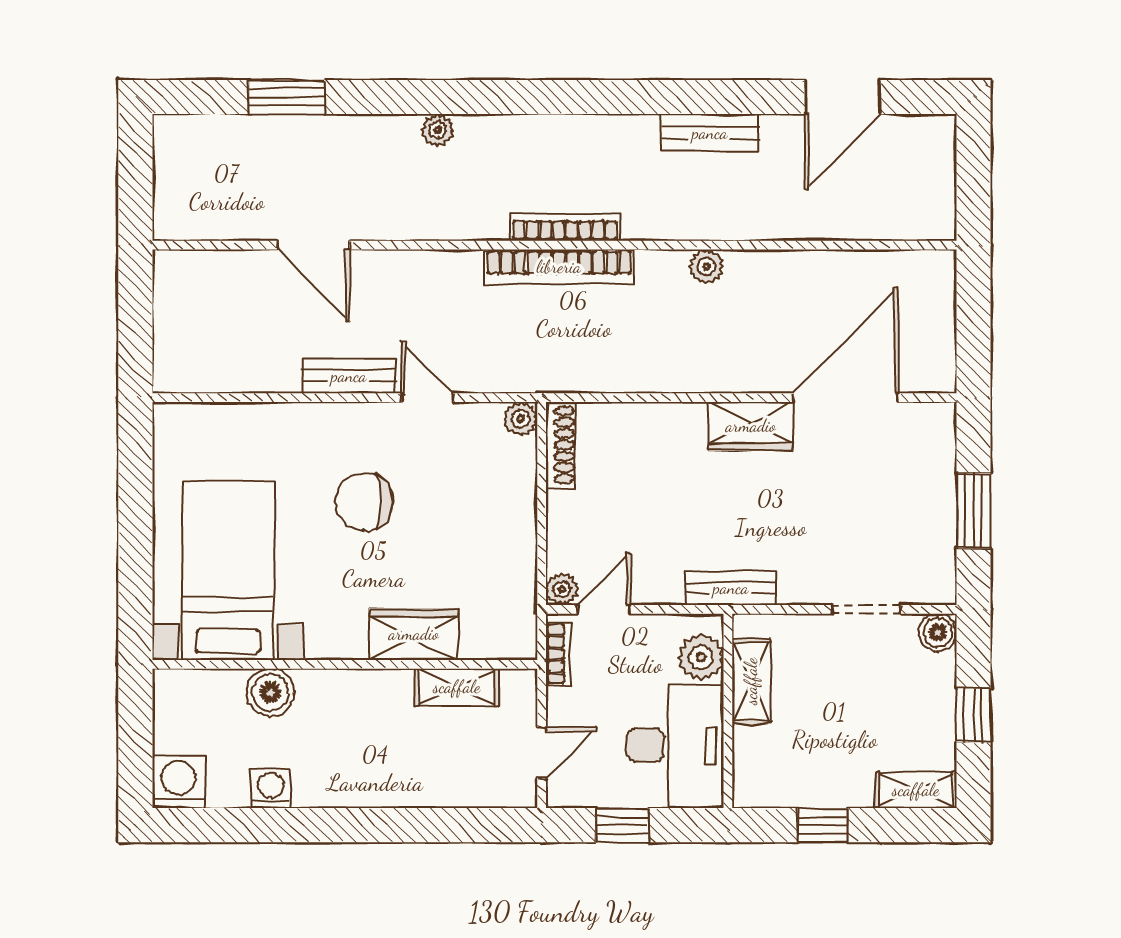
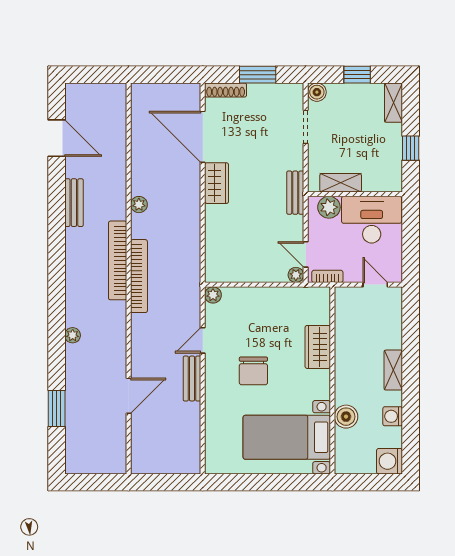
bookcase: (565, 227) -> (118, 260), width x1.48, depth x1.31
shoe rack: (561, 445) -> (226, 90), moved, turned 180
shelving: (457, 687) -> (393, 370), moved
window: (622, 825) -> (411, 246), removed

